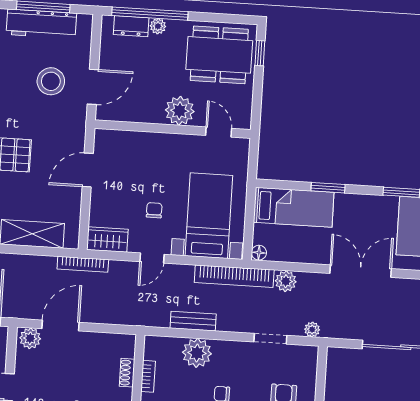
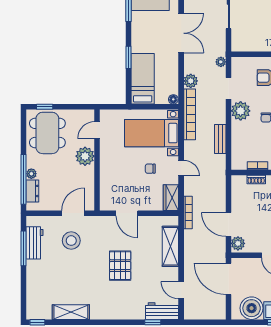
workbench: (41, 24) -> (35, 243), width x0.73
door: (93, 87) -> (73, 213), hinge flipped
double door: (361, 271) -> (181, 33), swing flipped
plant: (197, 353) -> (241, 111), moved

